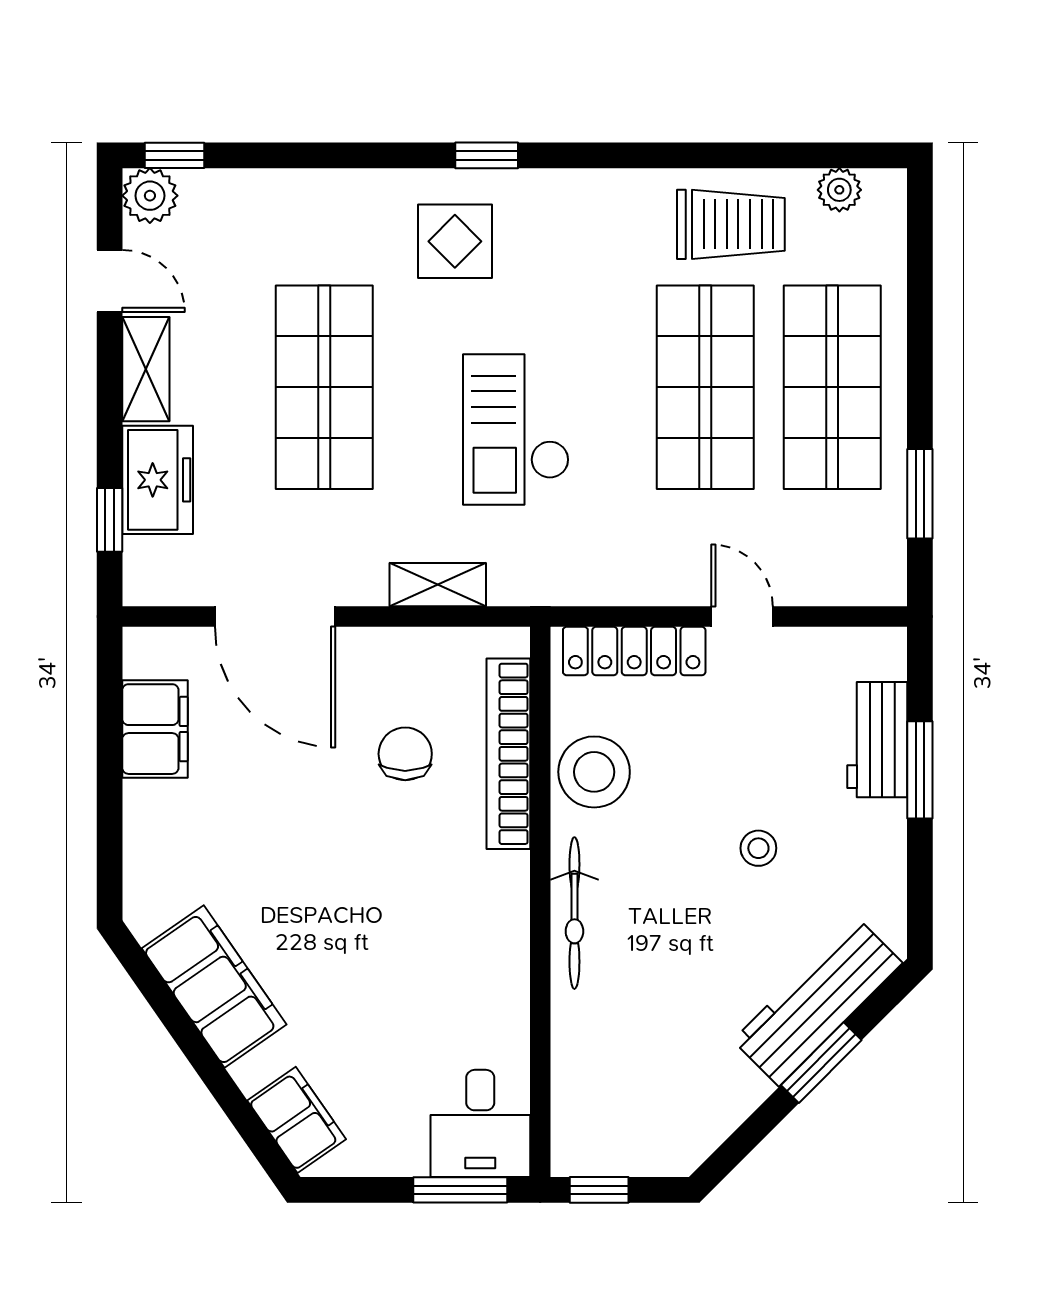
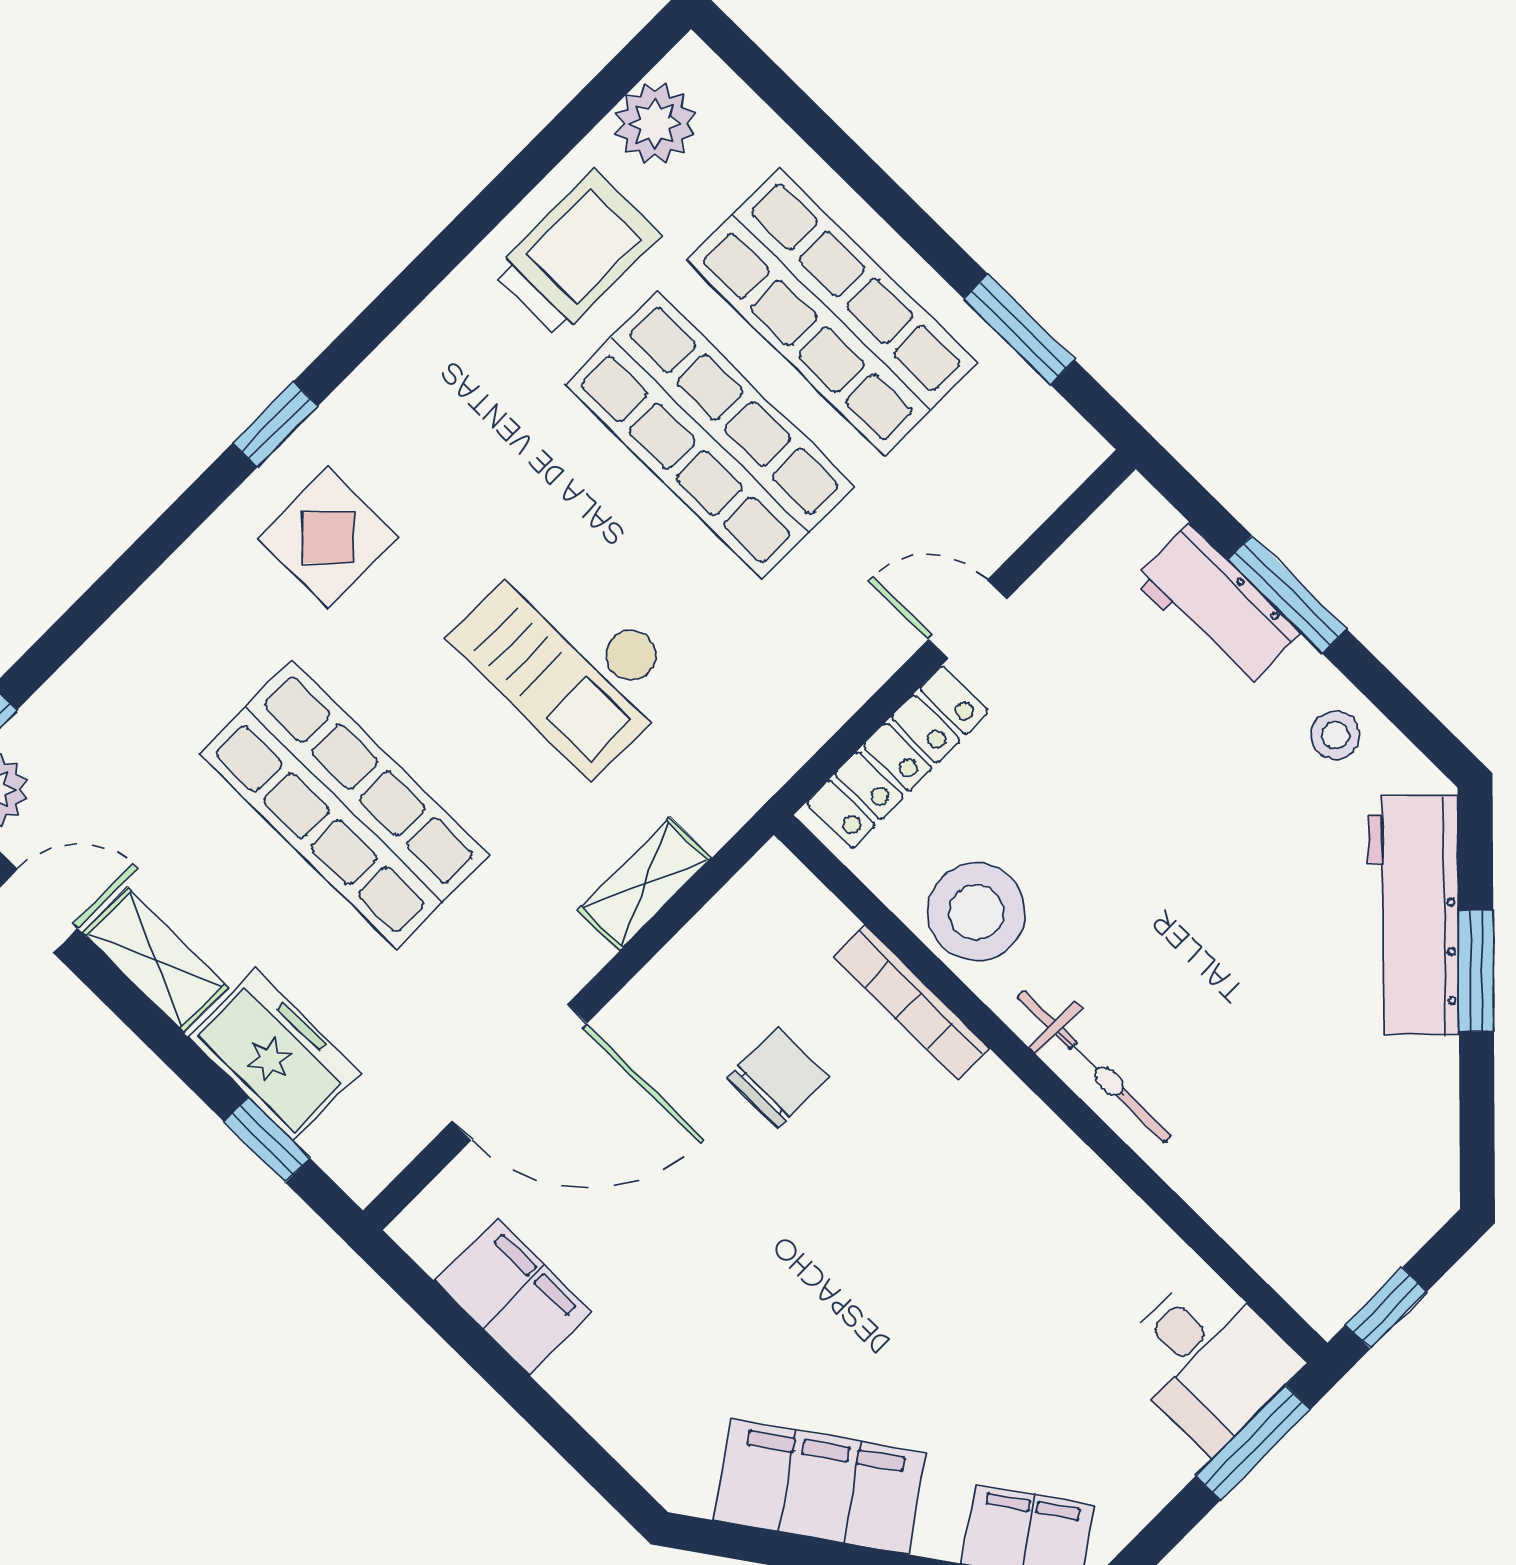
plant: (839, 190) -> (655, 123), width x1.38, depth x1.38
chair: (405, 754) -> (777, 1078), turned 90
bookcase: (508, 754) -> (911, 1002), width x0.68, depth x0.76
stool: (758, 848) -> (1335, 735), moved

